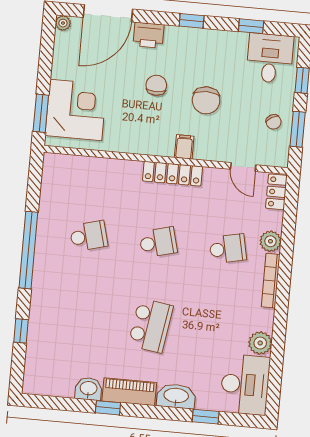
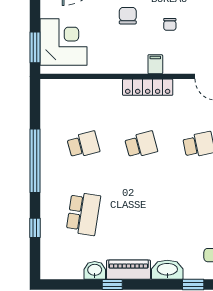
chair: (206, 100) -> (170, 24), width x0.54, depth x0.54
school desk: (151, 326) -> (83, 214), moved

